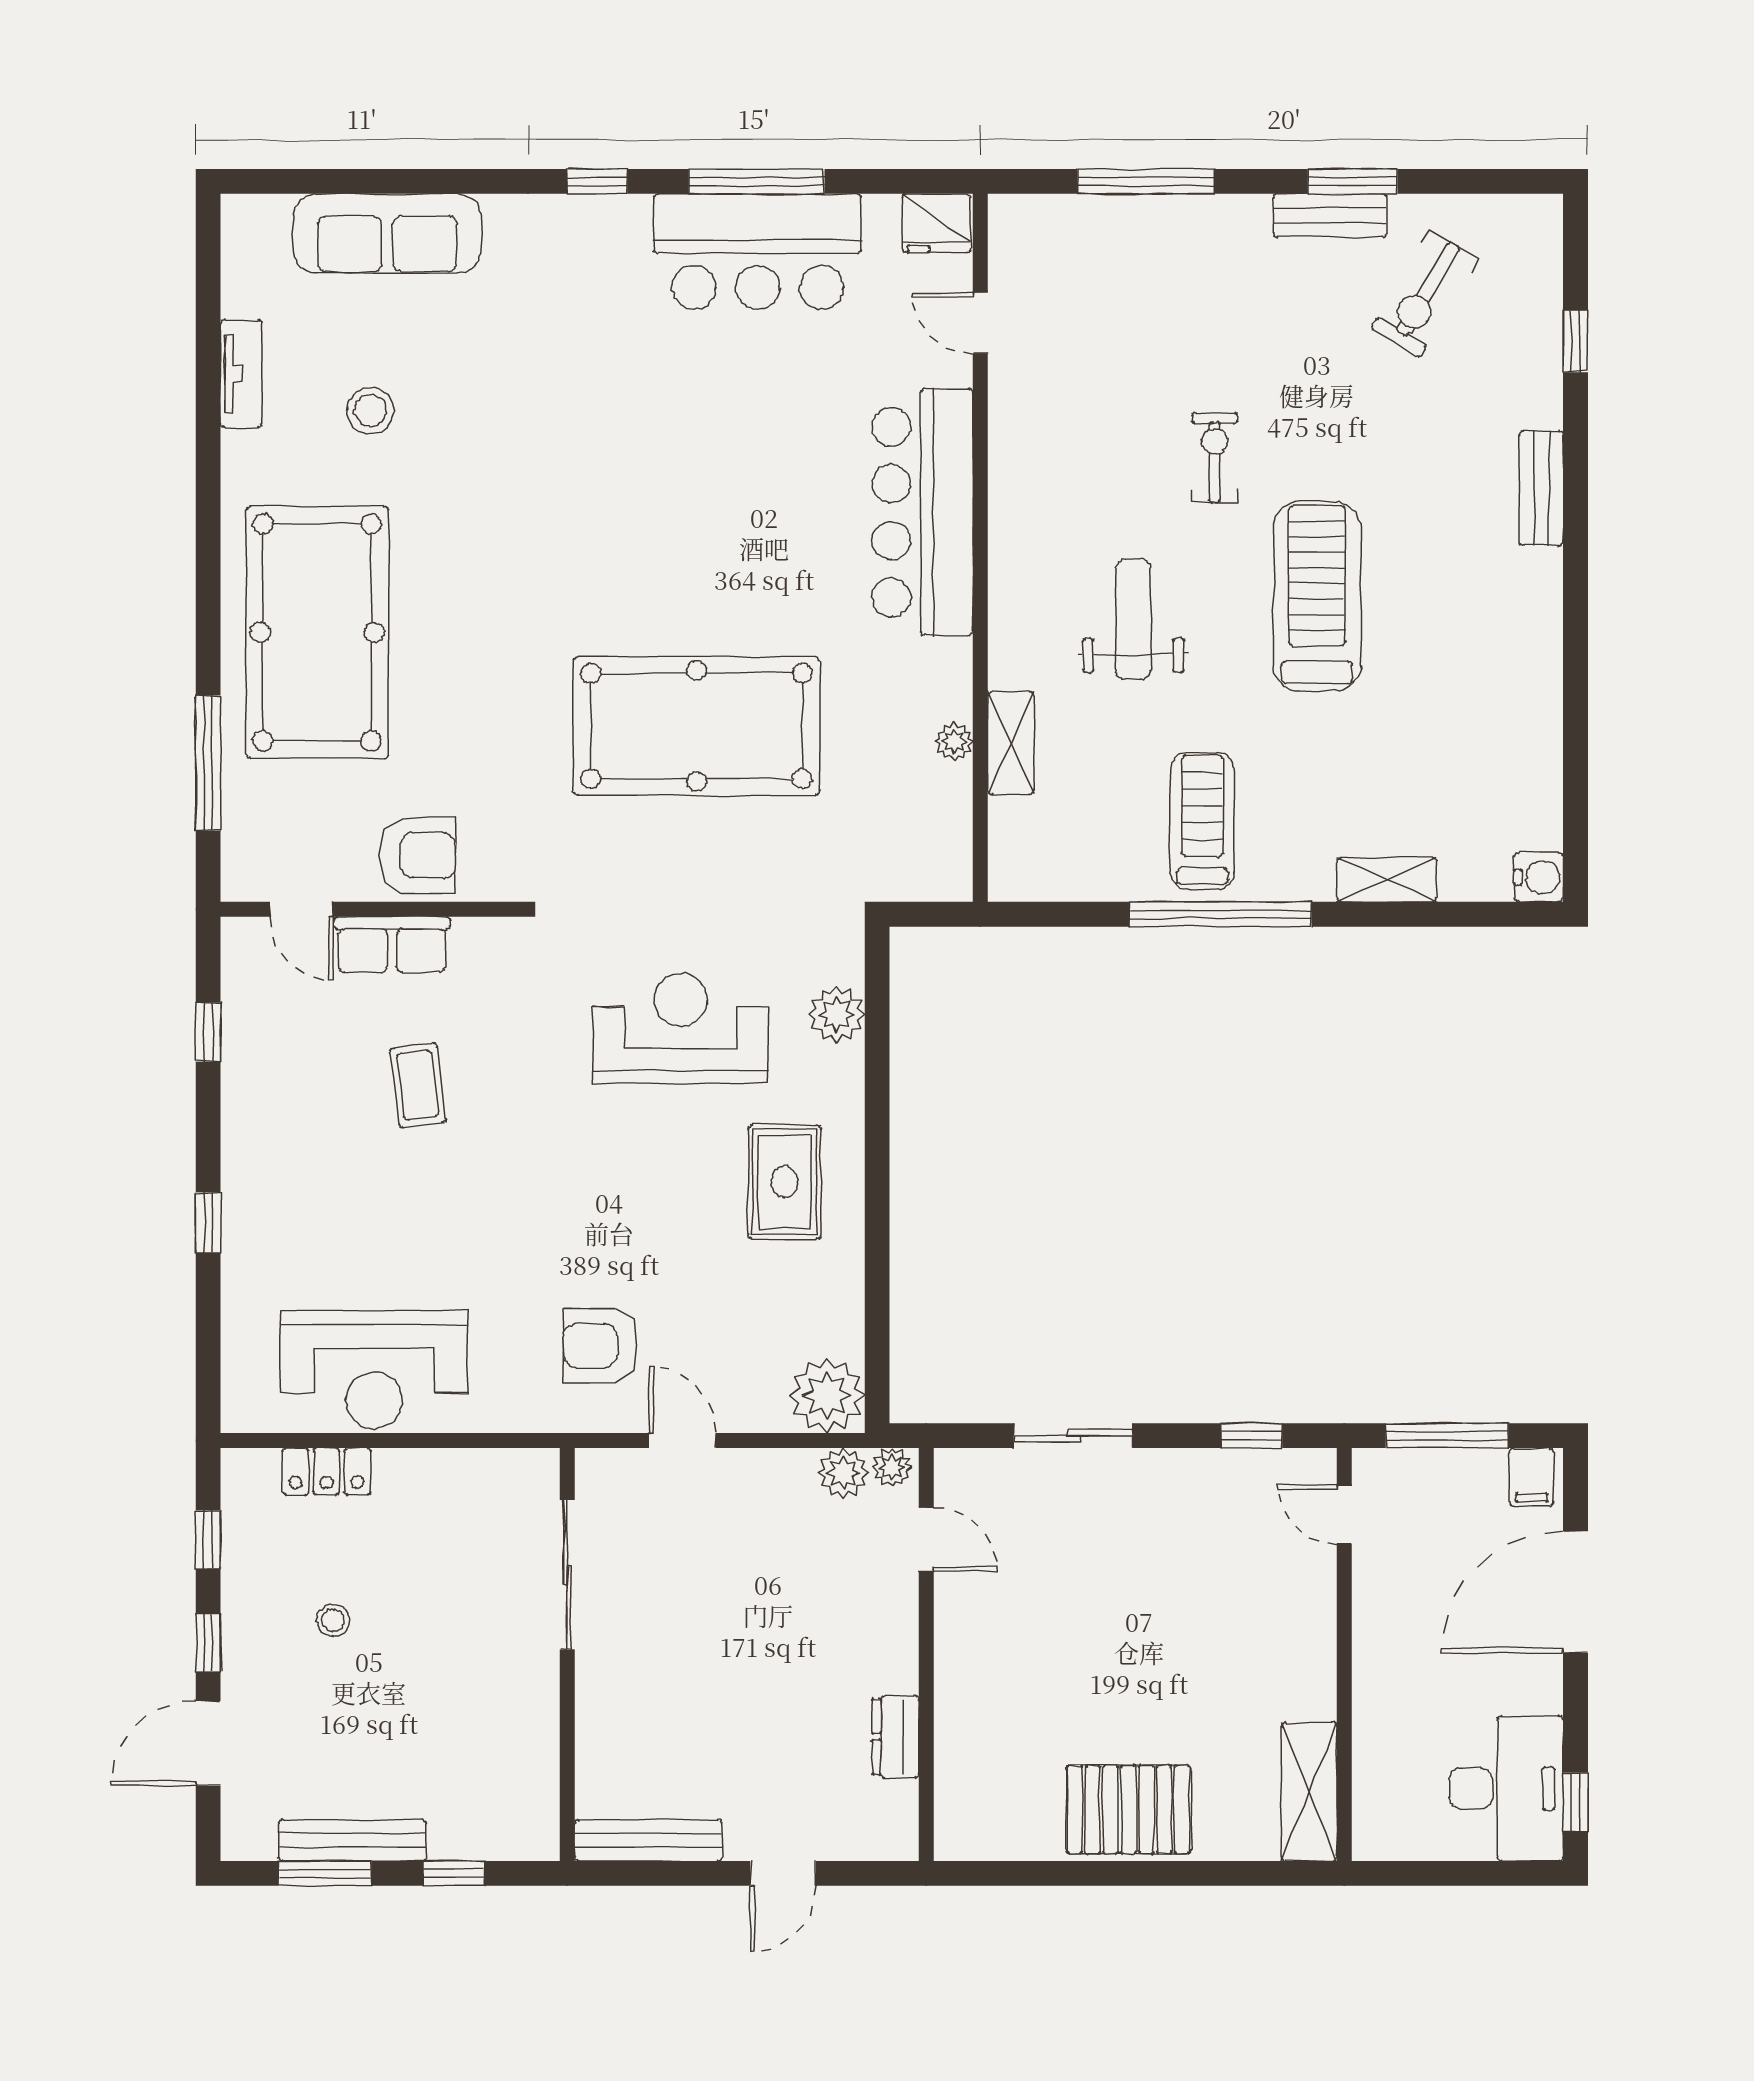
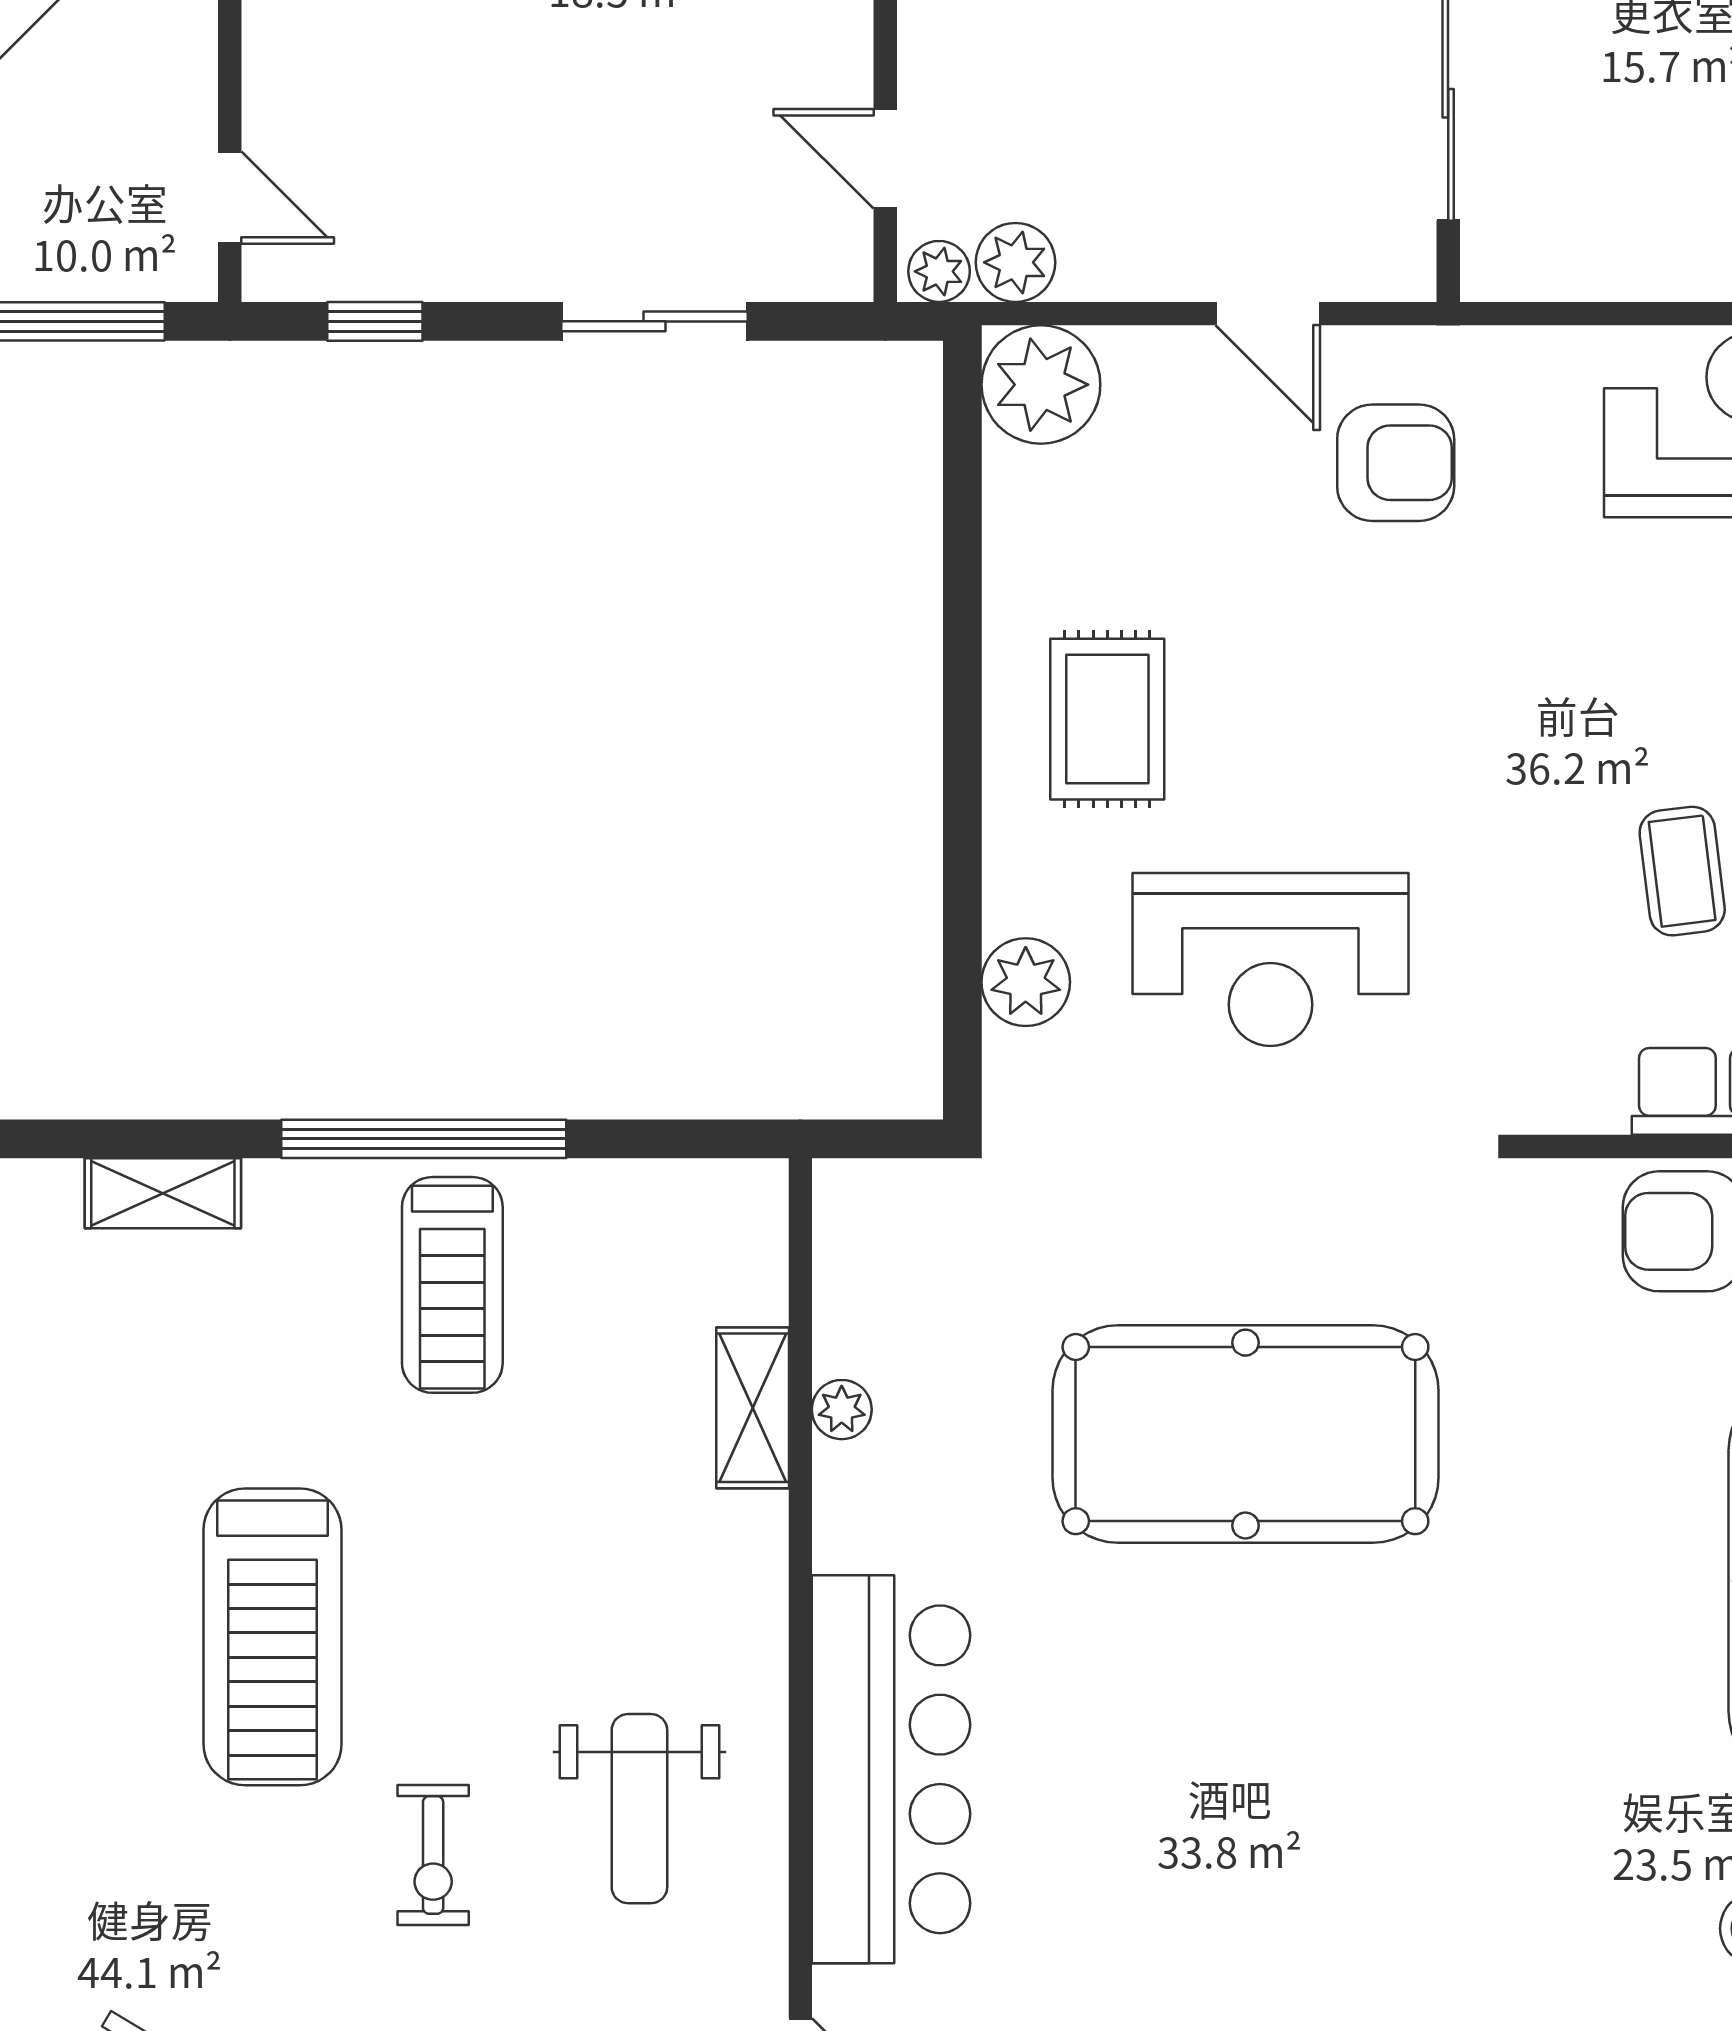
weight bench: (1133, 619) -> (639, 1809), moved

